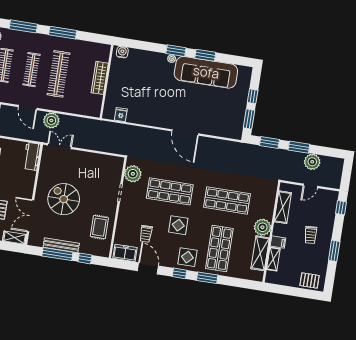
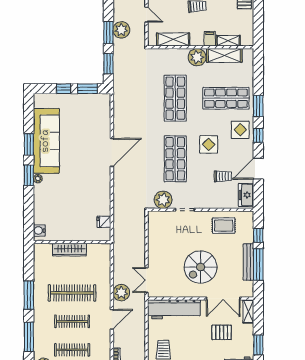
workbench: (32, 156) -> (174, 309), width x1.88, depth x1.32
plant: (312, 162) -> (121, 30), moved

